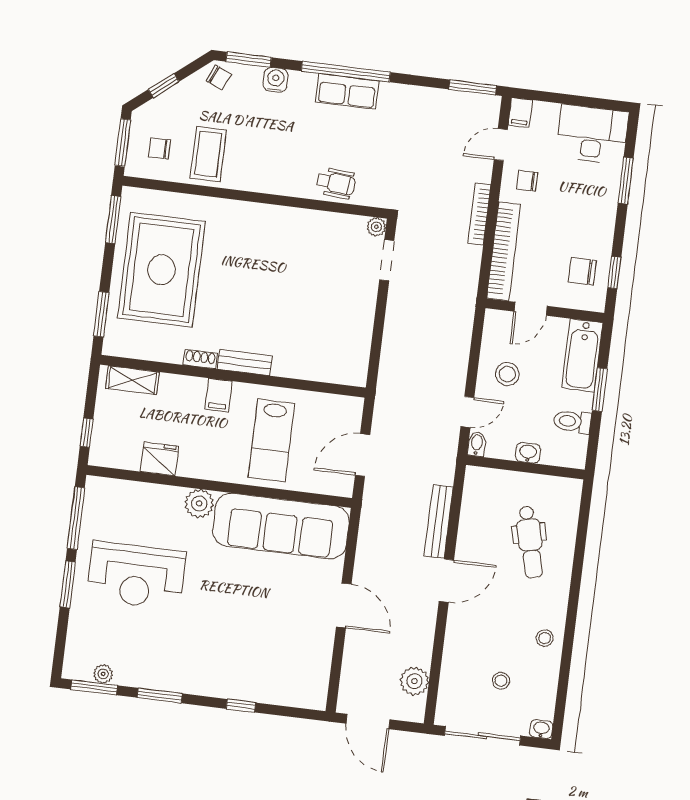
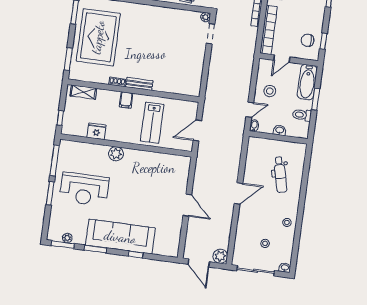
bench: (439, 521) -> (235, 164), removed
sofa: (281, 526) -> (120, 237), moved, turned 180
plant: (414, 681) -> (220, 256), moved

